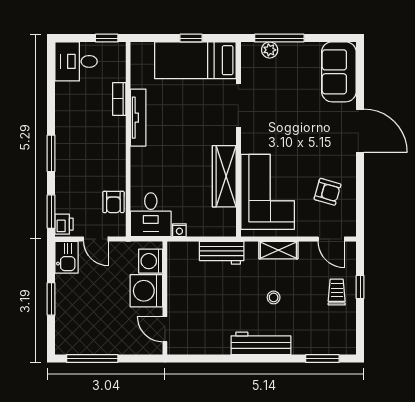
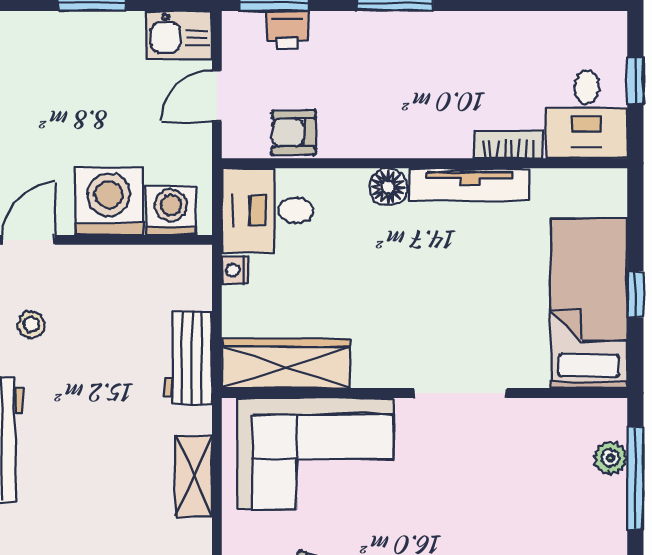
window: (107, 38) -> (635, 80), moved
desk: (76, 61) -> (587, 114), moved, turned 180
doorway: (238, 105) -> (460, 393), moved
floor lamp: (140, 157) -> (388, 187), added
wardrobe: (224, 176) -> (286, 363), moved
printer: (64, 224) -> (287, 30), moved
stool: (274, 297) -> (31, 324), moved

